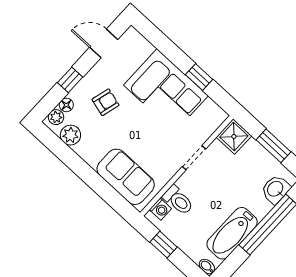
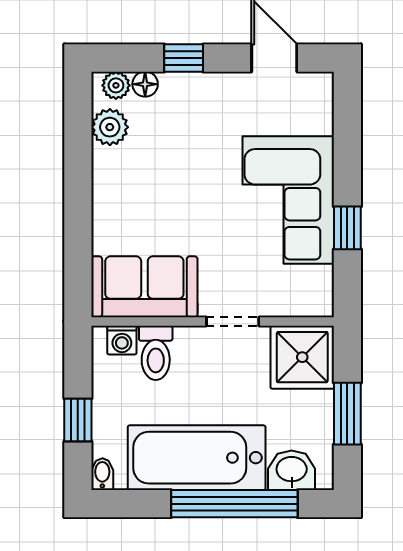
armchair: (105, 102) -> (197, 133), removed
shower: (234, 137) -> (302, 357), width x1.36, depth x1.36
sofa: (126, 177) -> (144, 287), moved, turned -90
bathtub: (232, 233) -> (197, 458), width x1.36, depth x1.36
window: (163, 245) -> (78, 420), moved

